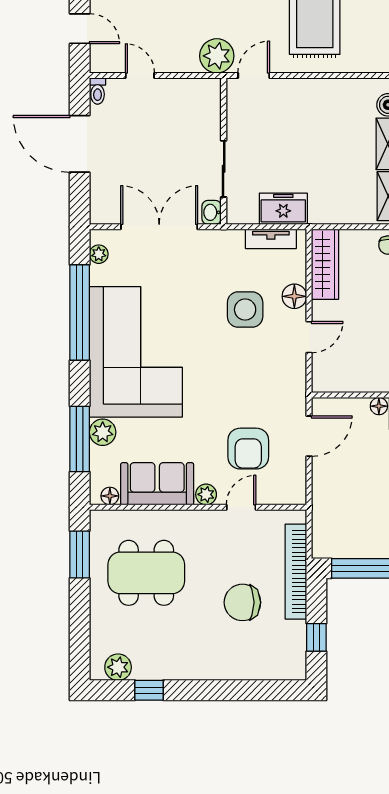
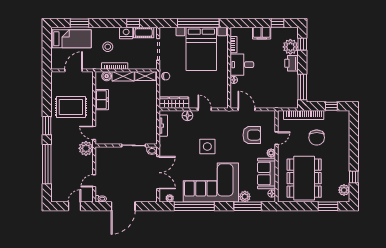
freezer: (283, 209) -> (102, 100), moved, turned 180
double door: (159, 227) -> (158, 173), swing flipped
side table: (245, 310) -> (207, 146), moved
door: (241, 507) -> (276, 138), swing flipped
window: (80, 554) -> (328, 206), moved
dining table: (146, 573) -> (304, 178), width x1.36, depth x1.24

